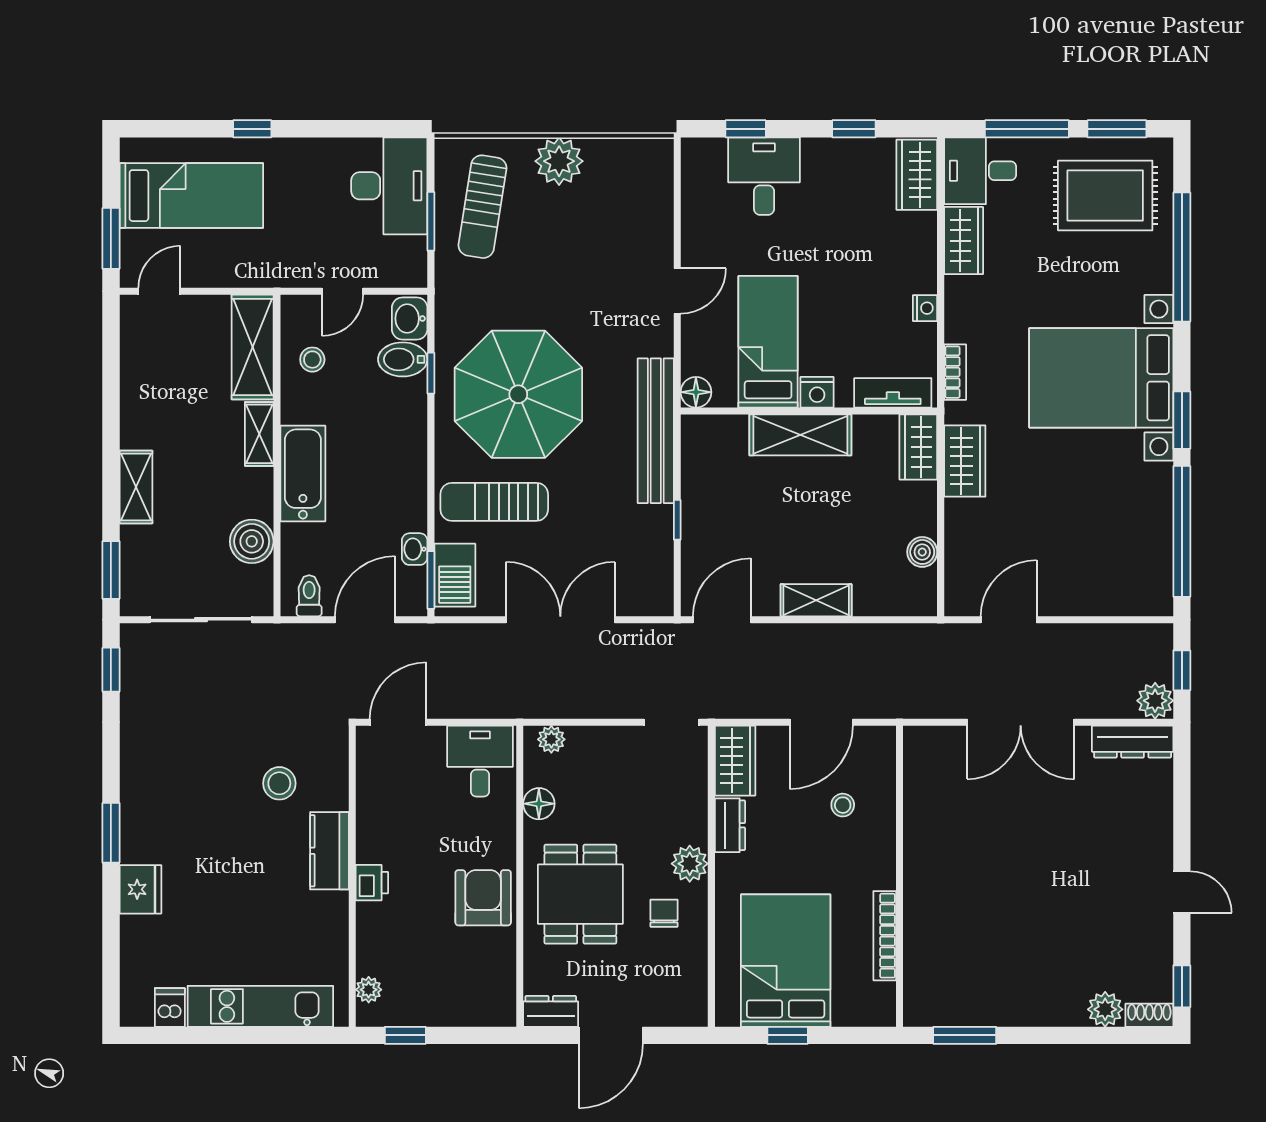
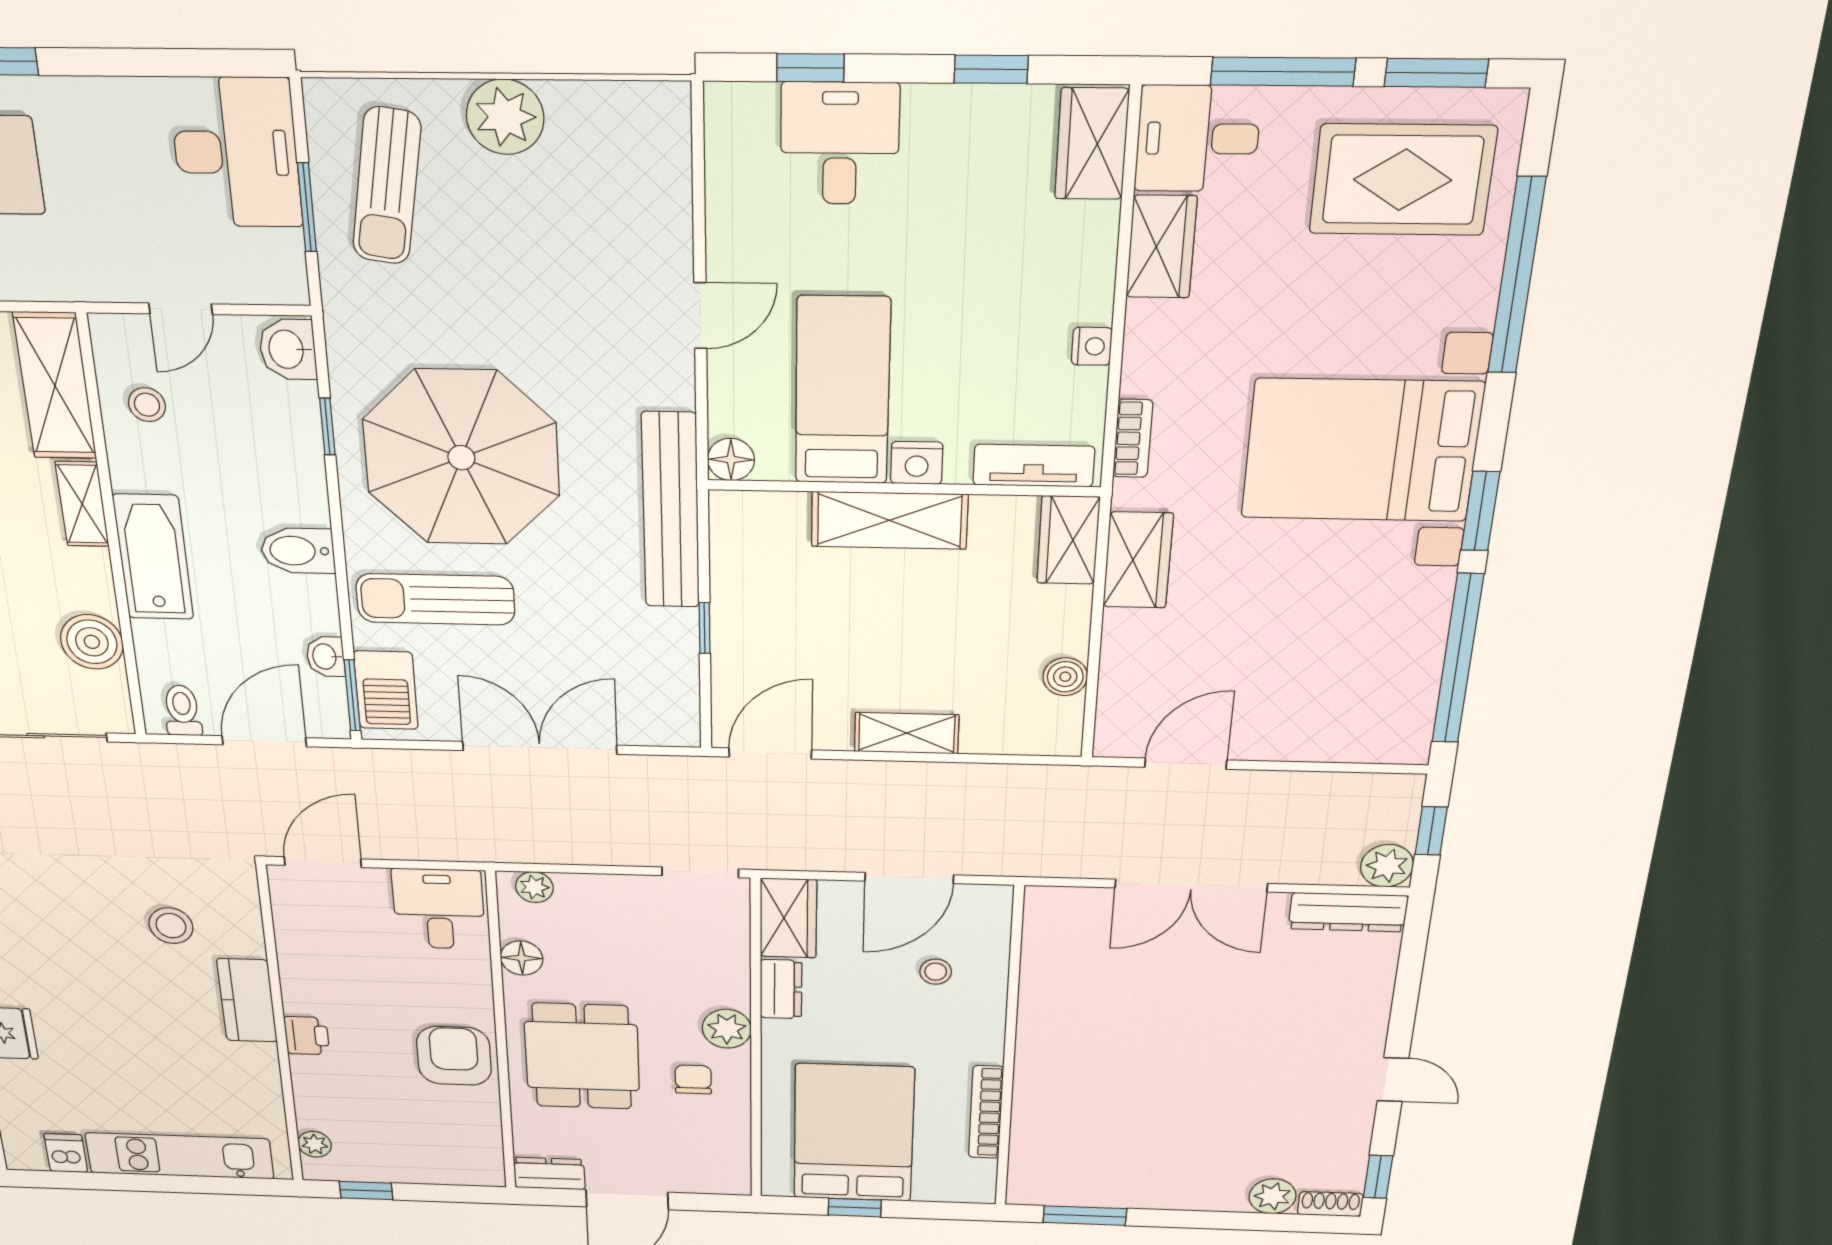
bidet: (403, 359) -> (298, 551), moved

